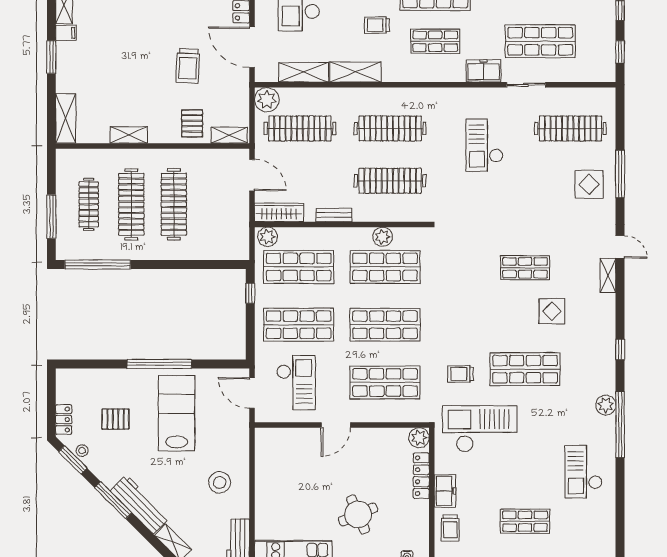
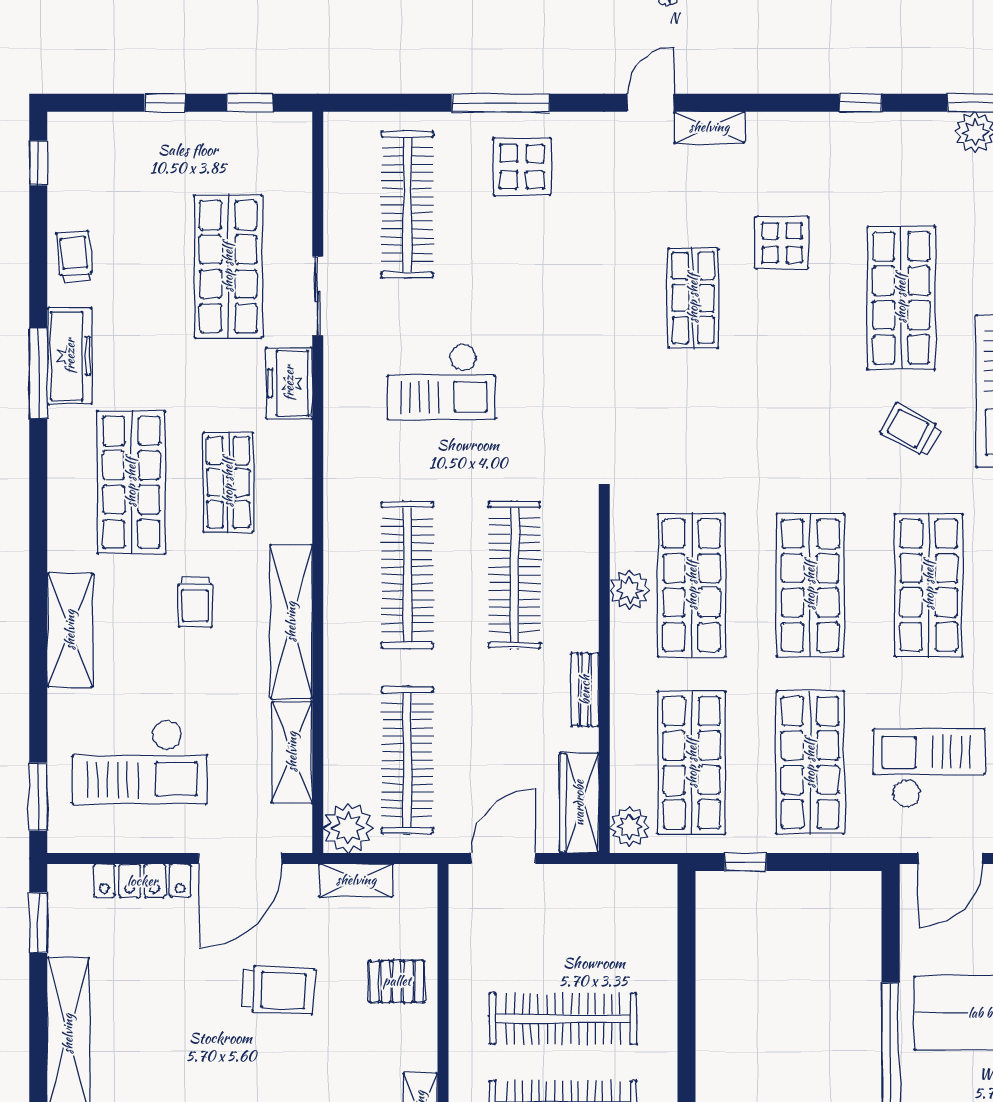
shelving: (355, 72) -> (291, 622), width x1.47
shelving: (229, 135) -> (356, 880), moved, turned 90
trolley: (461, 374) -> (911, 430), turned 119

